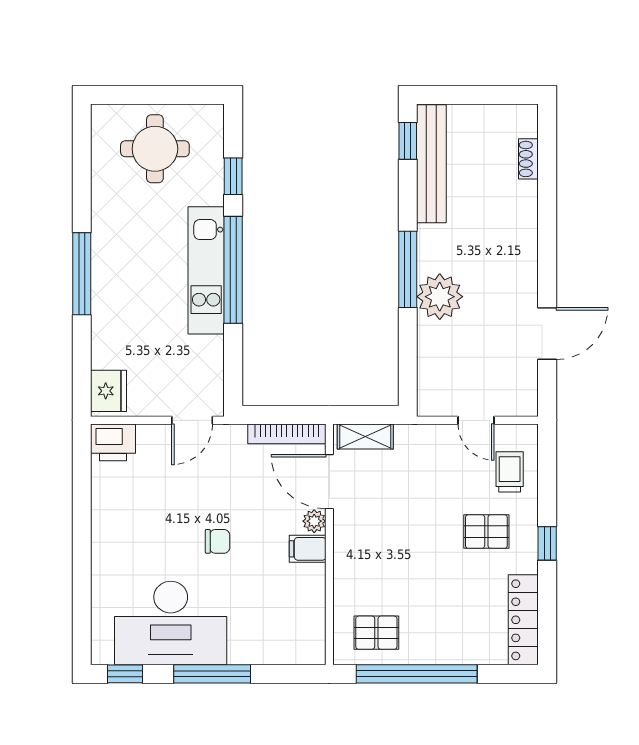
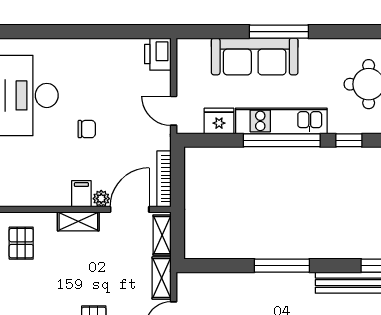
plant: (440, 297) -> (262, 289), removed
sofa: (116, 307) -> (255, 56), added
fridge: (109, 391) -> (219, 121), moved, turned 180
shelving: (425, 437) -> (162, 278), added
chair: (217, 541) -> (87, 129), turned -90
shelving: (346, 553) -> (78, 221), added

